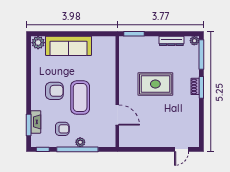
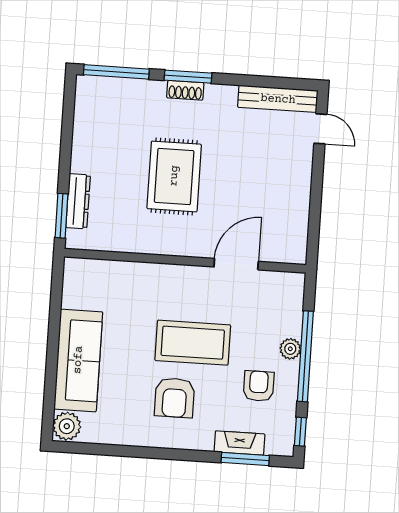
dresser: (171, 41) -> (78, 201), moved
plant: (194, 41) -> (85, 85), removed
armchair: (54, 91) -> (175, 398), turned 180
bench: (194, 129) -> (278, 99), added

